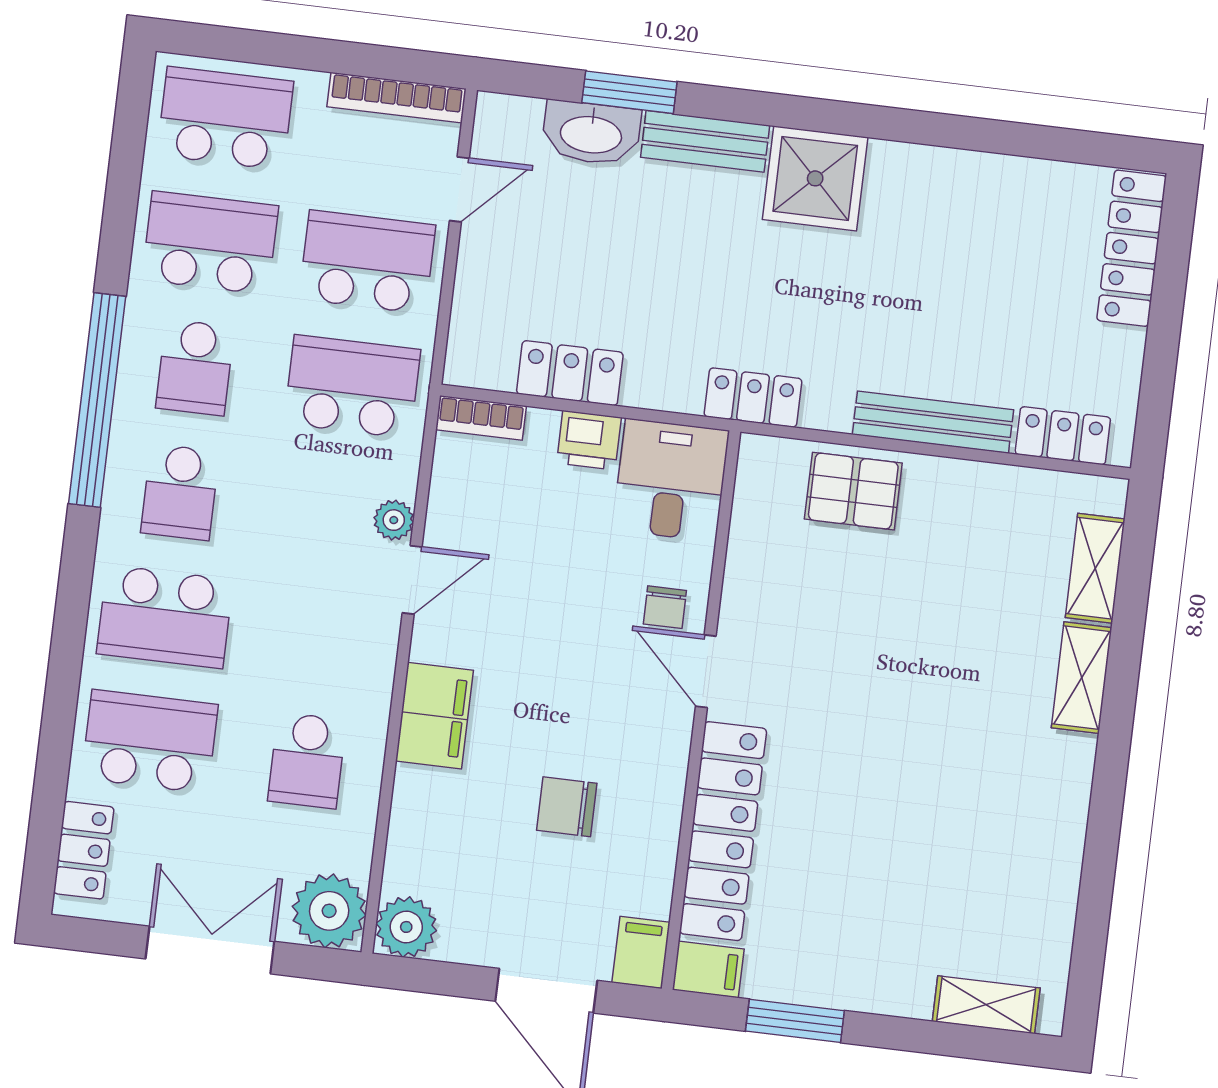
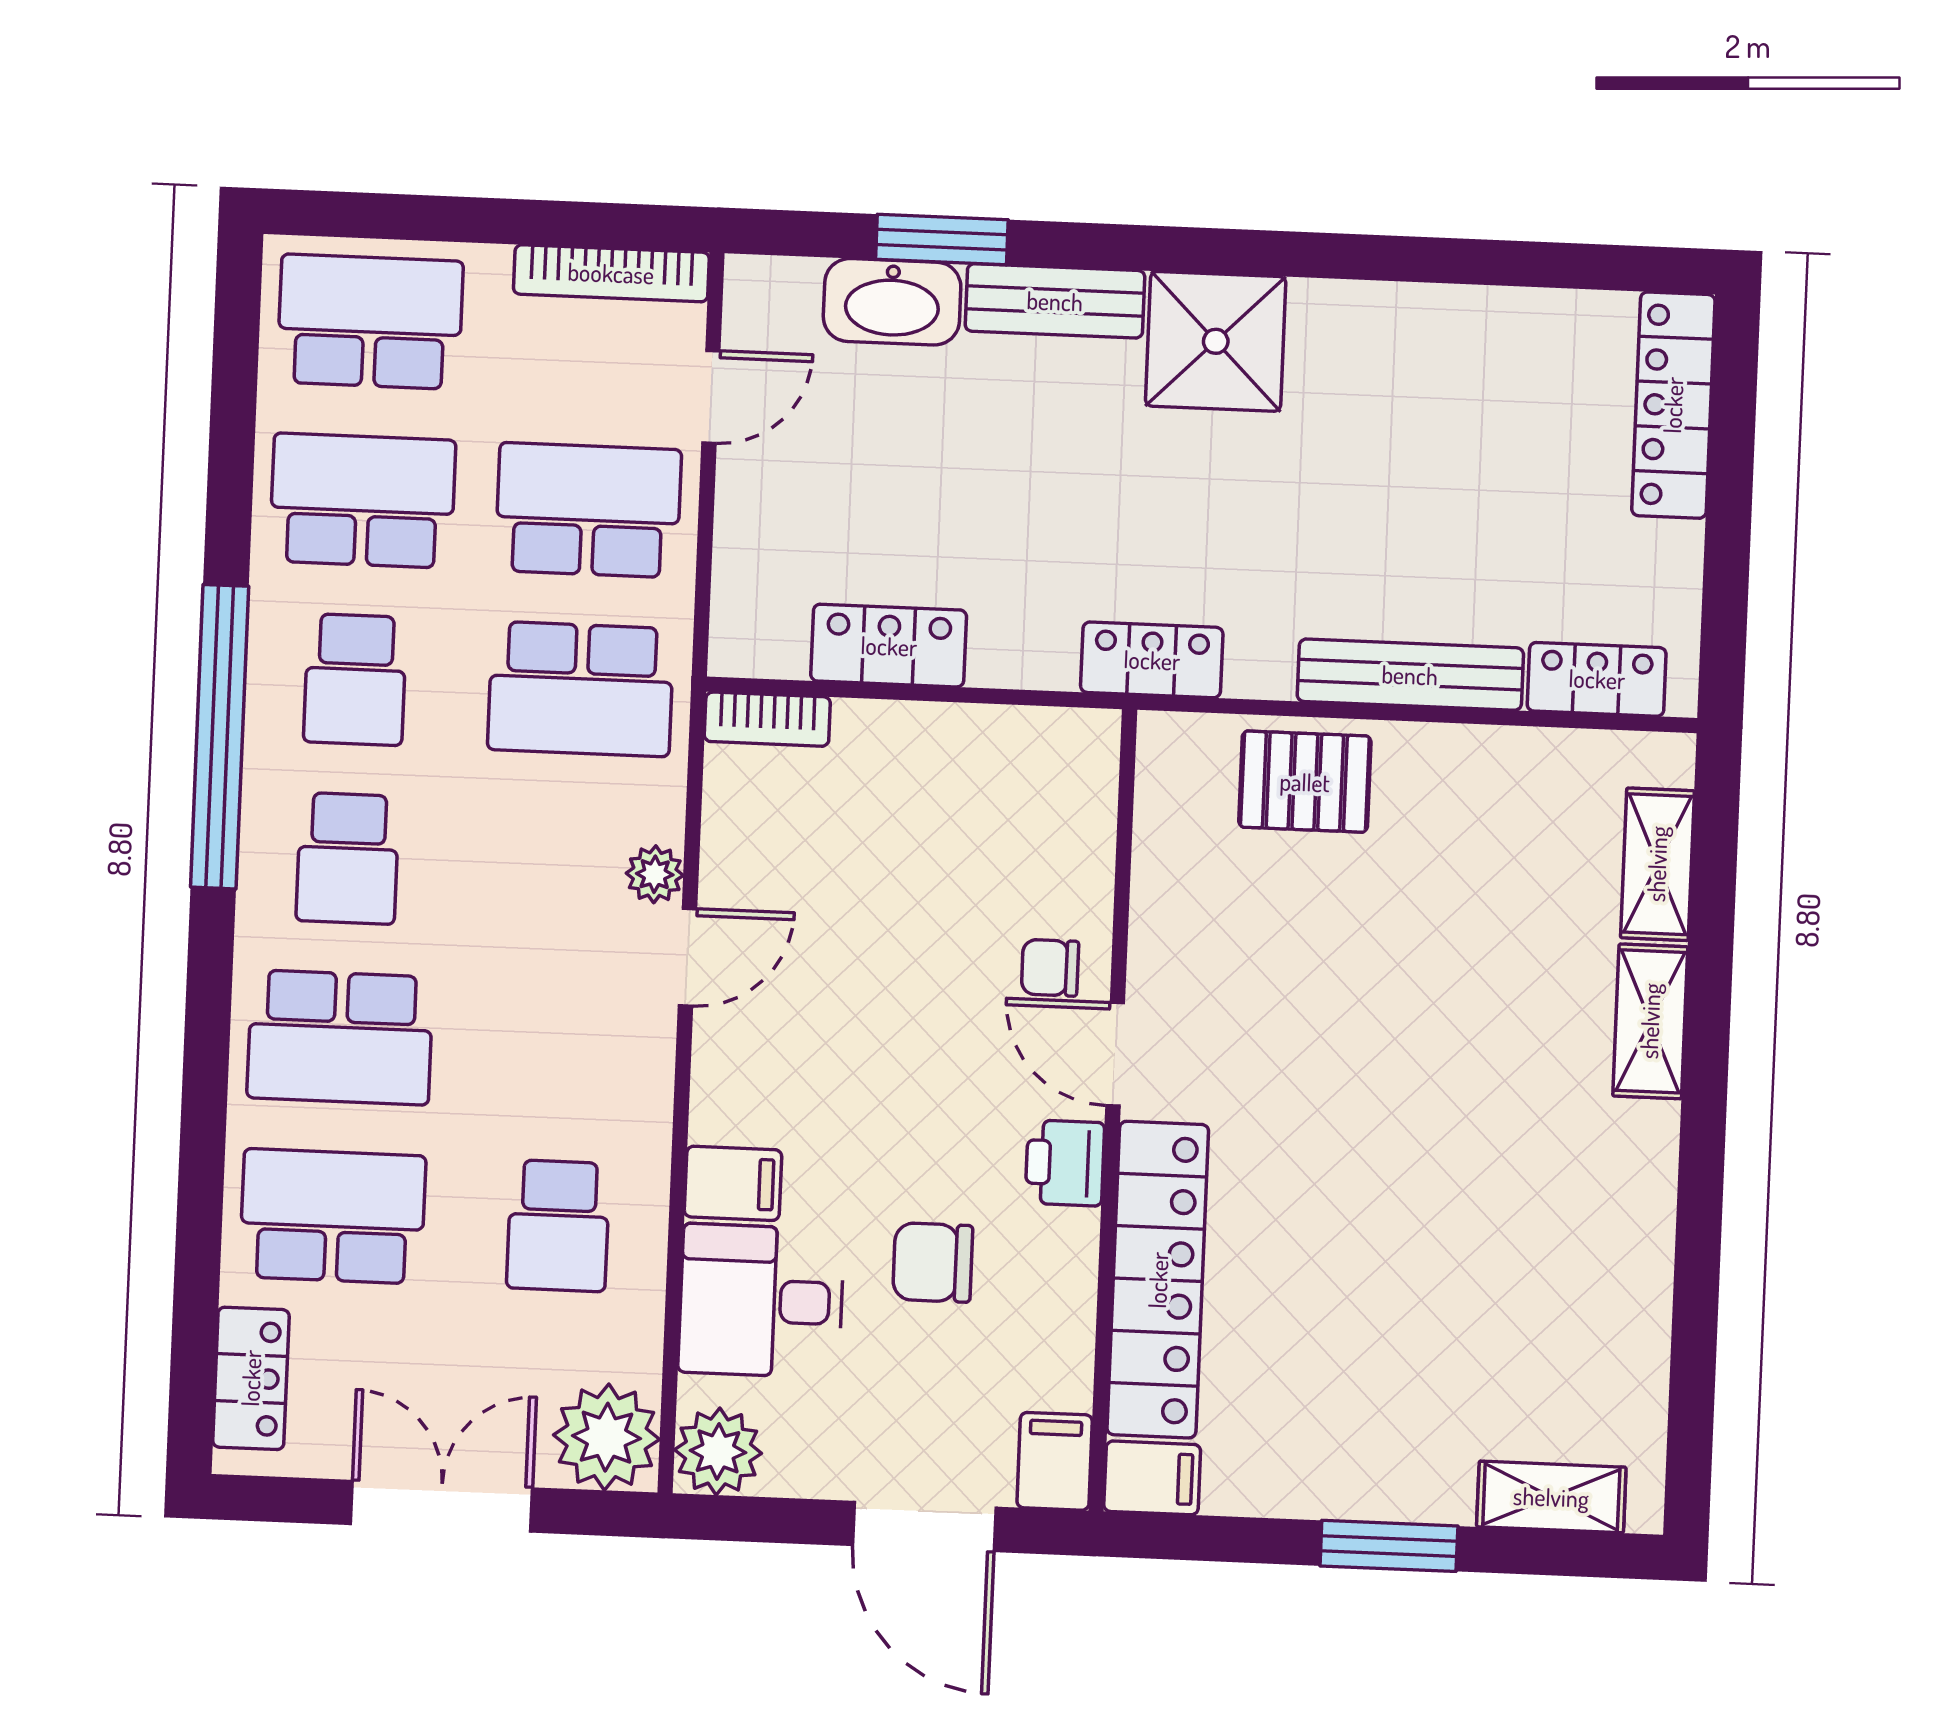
school desk: (352, 387) -> (581, 689), turned 180
printer: (589, 440) -> (1065, 1163), moved, turned 90
desk: (671, 480) -> (761, 1301), moved, turned -90
chair: (665, 607) -> (1050, 968), turned 90
filing cabinet: (434, 716) -> (733, 1183), width x0.50
window: (795, 1021) -> (1389, 1546), moved

